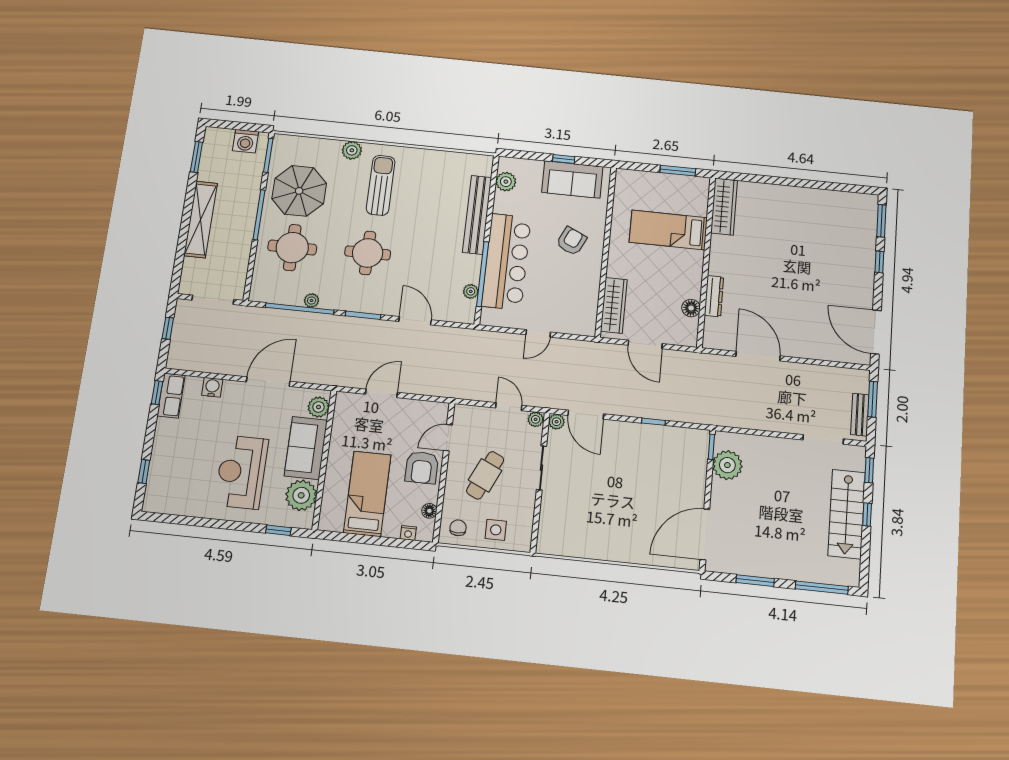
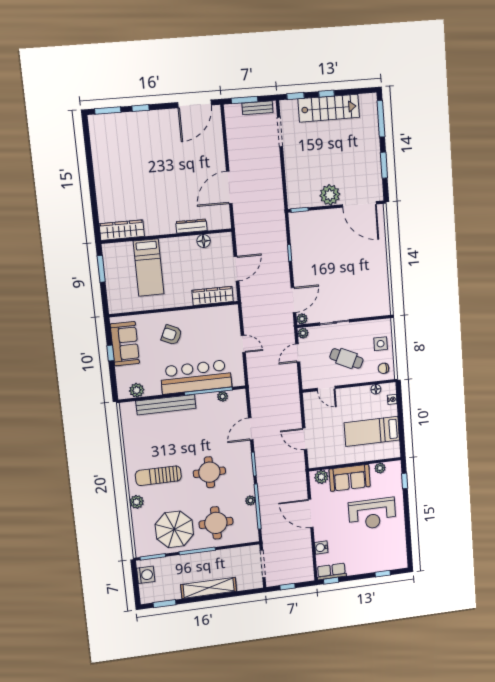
plant: (727, 465) -> (330, 195), moved
armchair: (422, 468) -> (349, 401), removed
plant: (301, 495) -> (380, 468), width x0.53, depth x0.53

